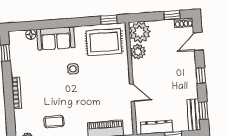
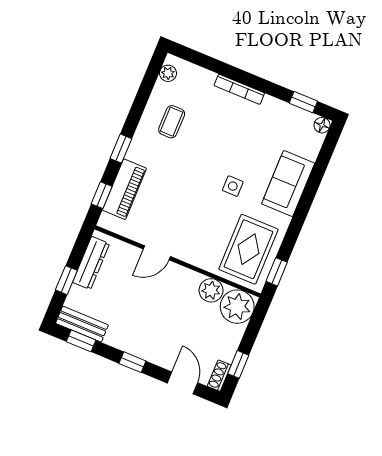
floor lamp: (31, 35) -> (322, 125), moved

